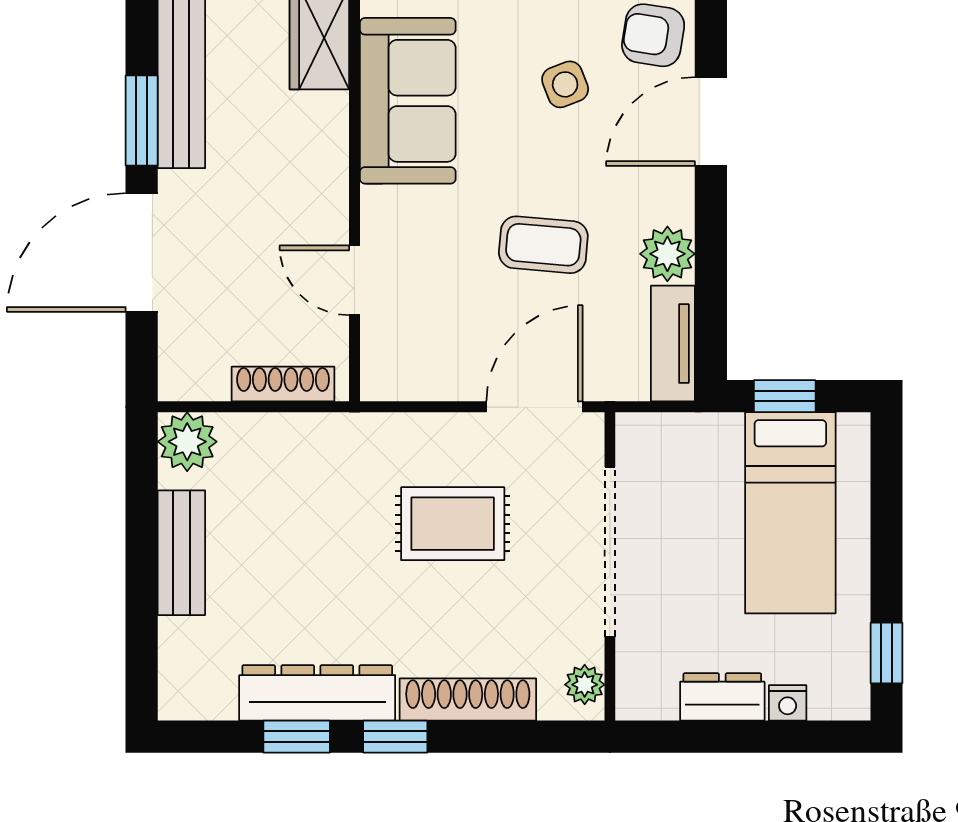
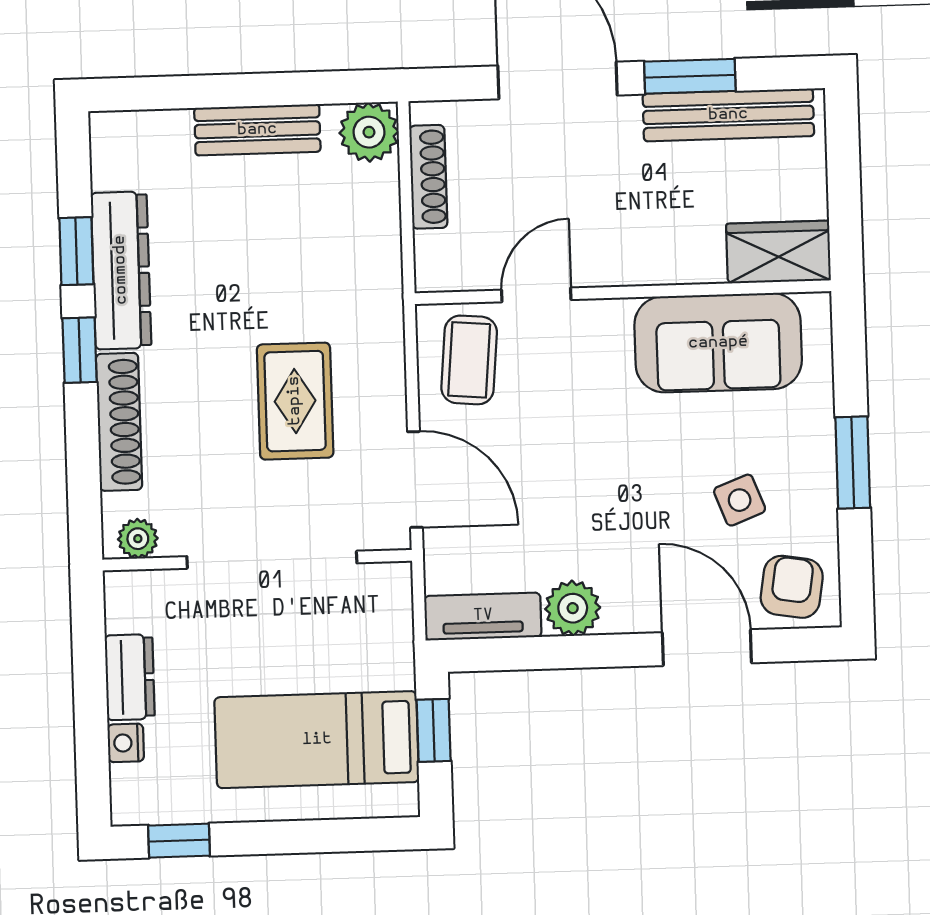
coffee table: (543, 245) -> (469, 360), moved
shoe rack: (283, 384) -> (428, 177), moved

